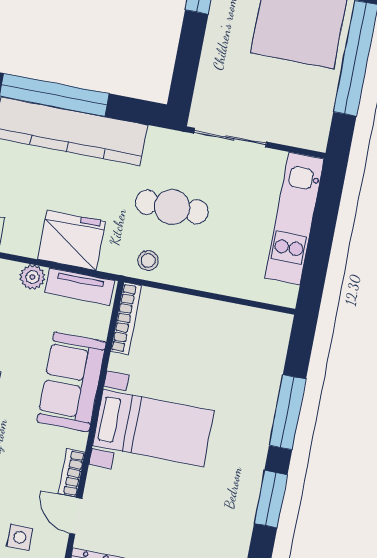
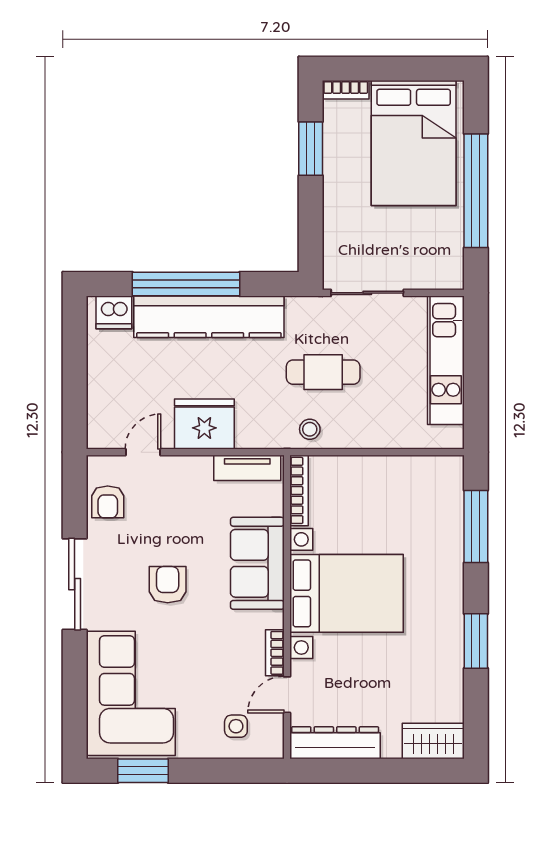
fridge: (71, 240) -> (204, 424), moved
plant: (32, 277) -> (199, 468), removed
window: (288, 412) -> (476, 527), moved
bed with nightstands: (153, 428) -> (347, 593), width x1.36
door: (76, 516) -> (287, 695), hinge flipped

